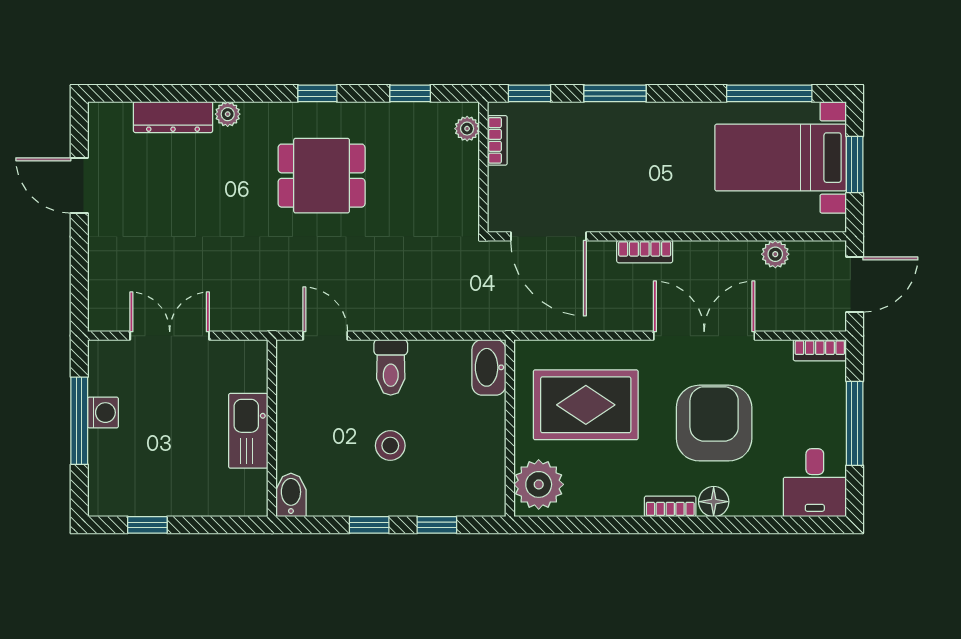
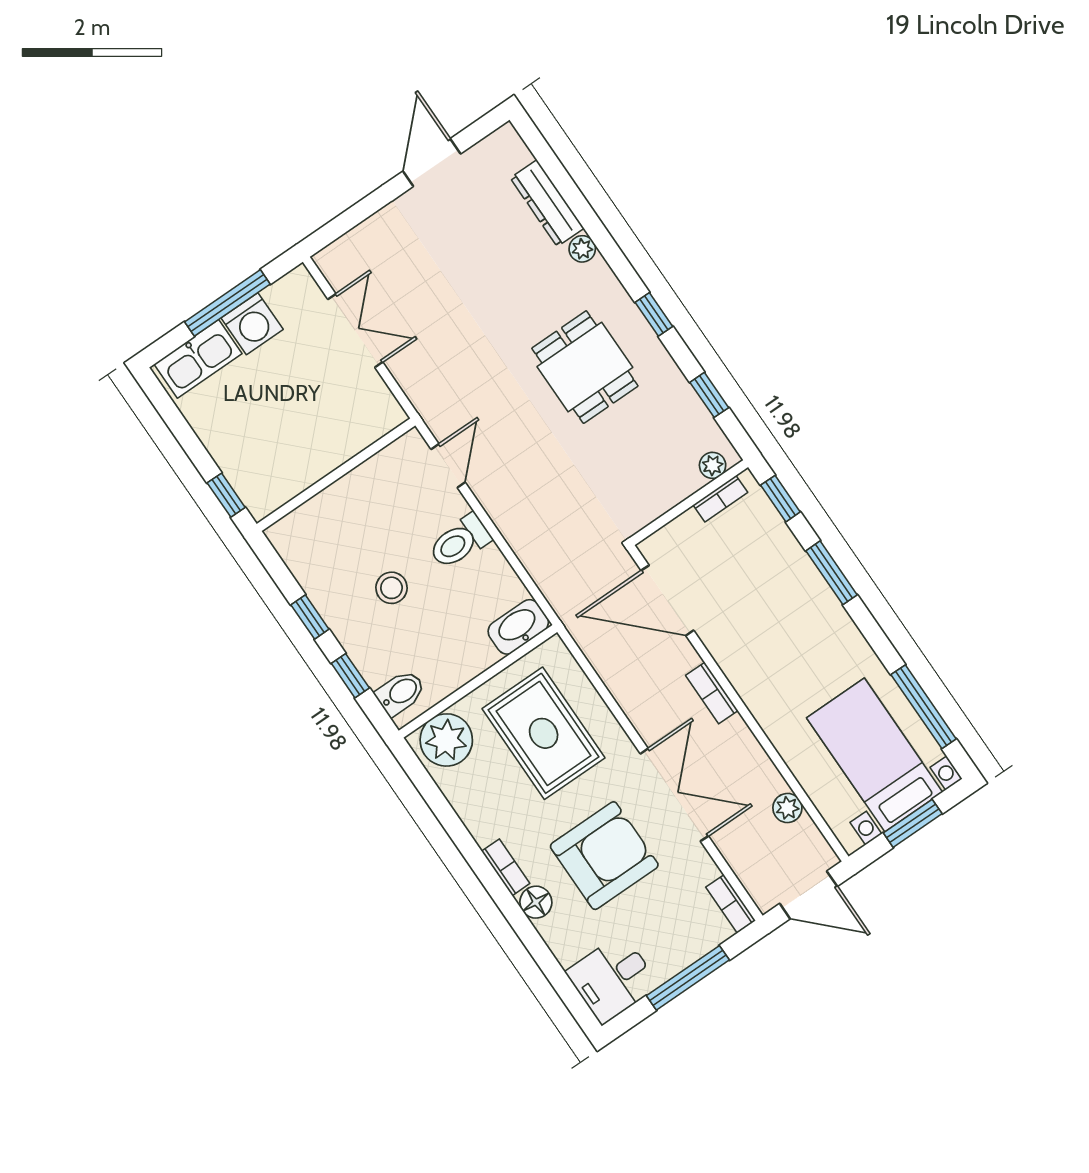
door: (548, 236) -> (667, 600), hinge flipped
washing machine: (103, 413) -> (252, 324), width x1.38, depth x1.38
kitchen sink: (248, 431) -> (198, 359), moved, turned 180
bidet: (291, 495) -> (400, 693), moved
window: (147, 525) -> (226, 495), moved

